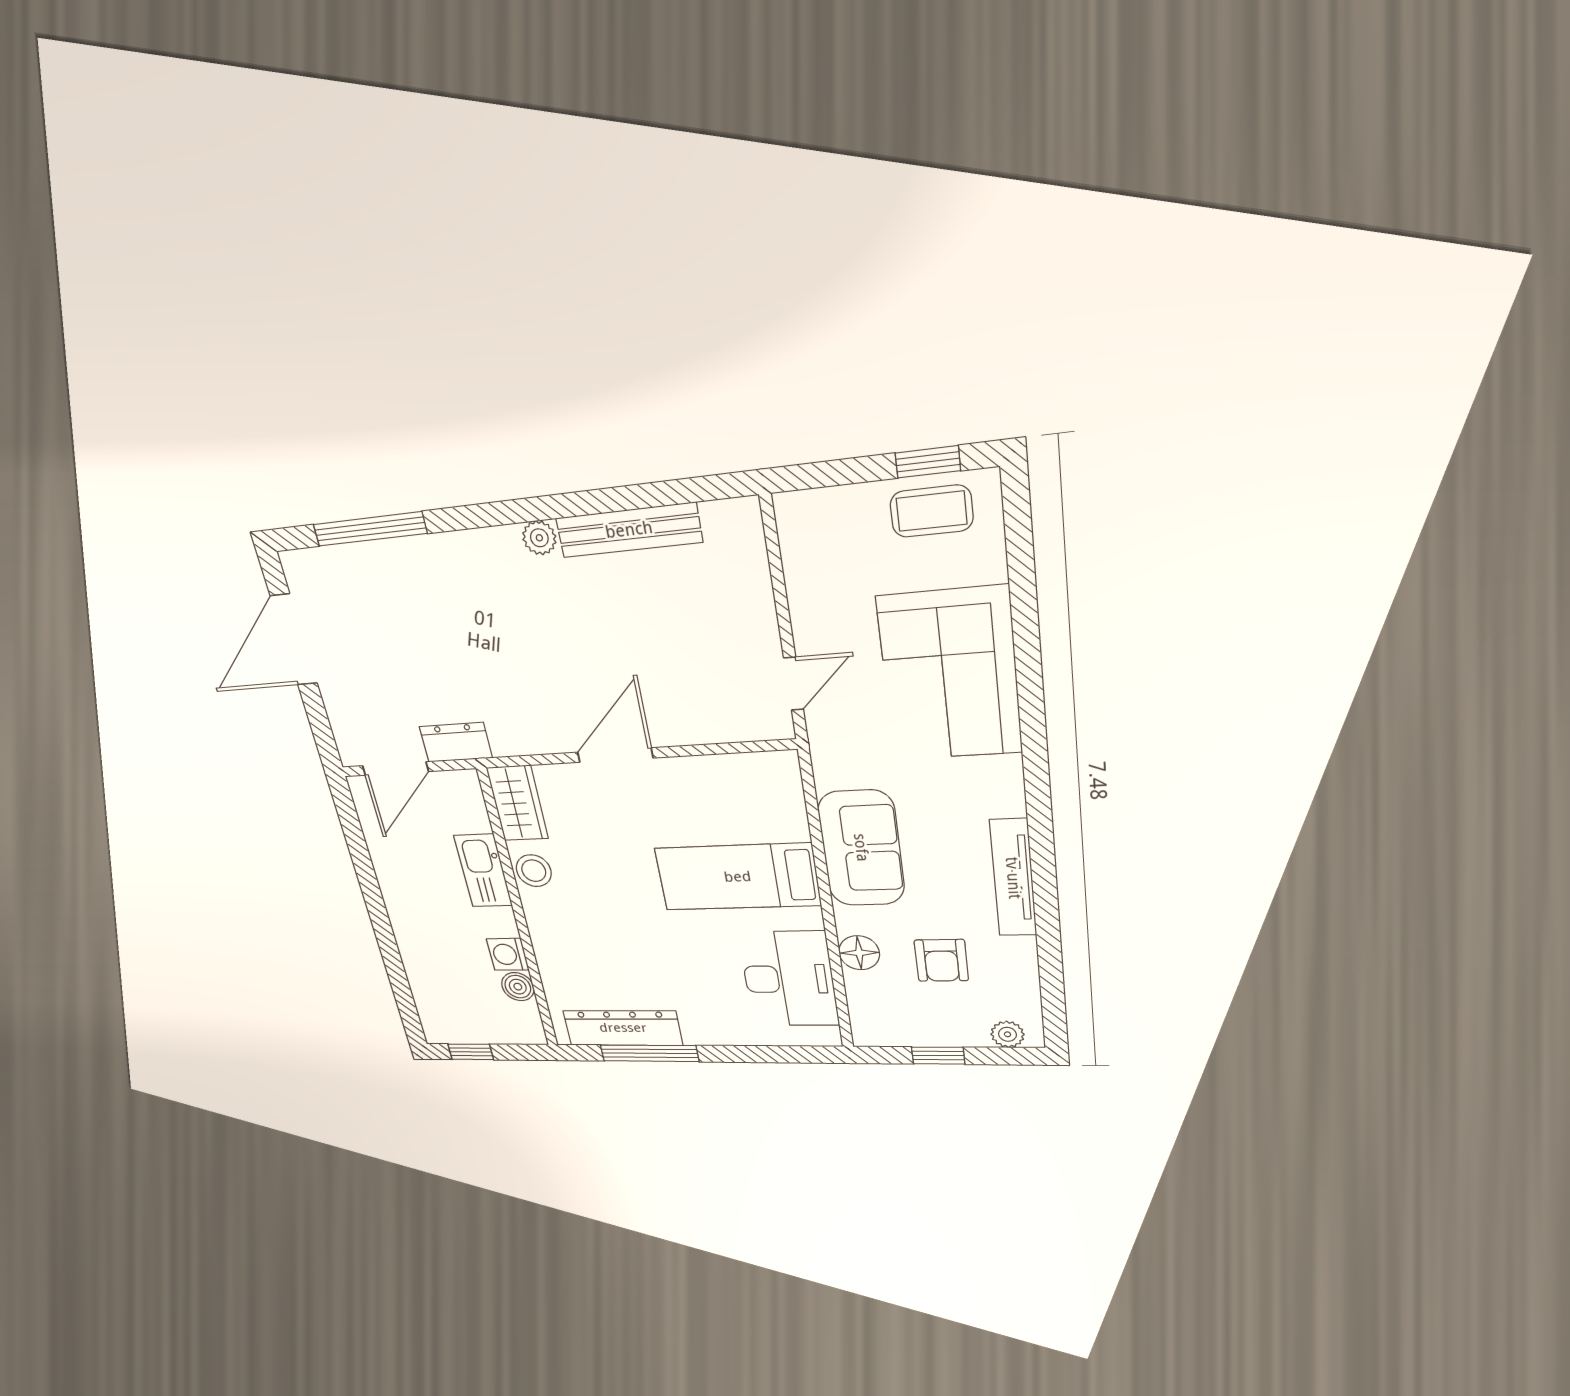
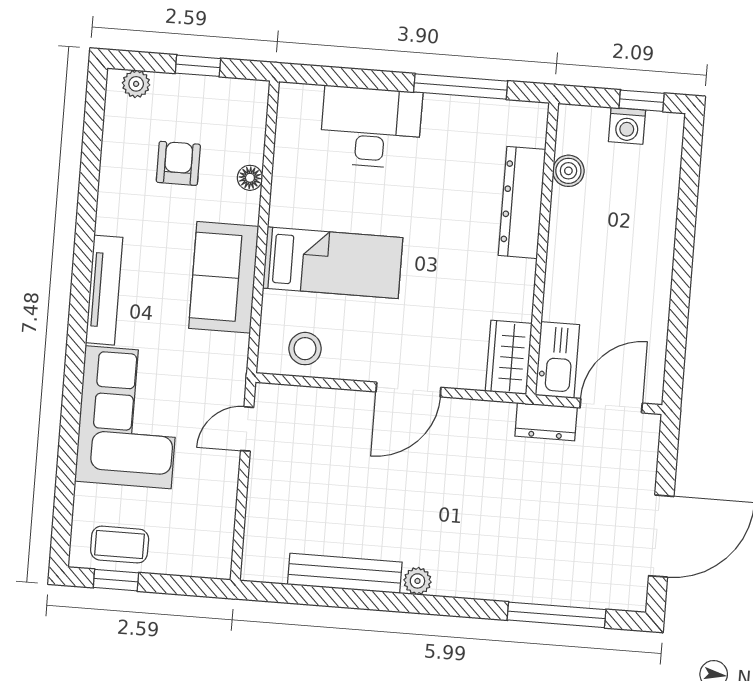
kitchen sink: (483, 871) -> (557, 360), moved
stool: (534, 871) -> (305, 349), moved
tv unit: (1013, 878) -> (104, 290), moved
floor lamp: (859, 953) -> (250, 178), width x0.73, depth x0.73
washing machine: (508, 954) -> (627, 126), moved, turned 90
desk: (789, 979) -> (371, 127), moved, turned 90
dresser: (623, 1028) -> (522, 202), moved, turned 90

